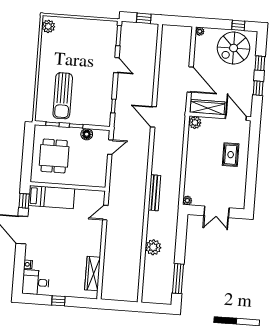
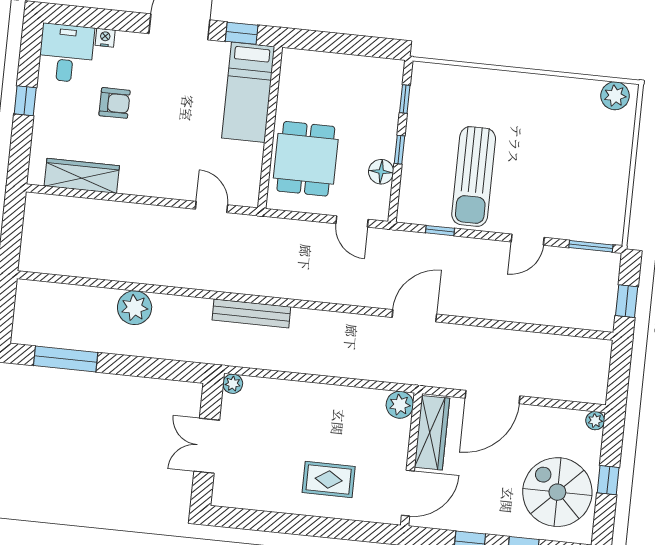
window: (238, 25) -> (608, 480), moved
sun lounger: (63, 96) -> (474, 177), moved, turned -90
dining table: (54, 156) -> (306, 159), moved, turned 90
armchair: (58, 259) -> (115, 103), added

